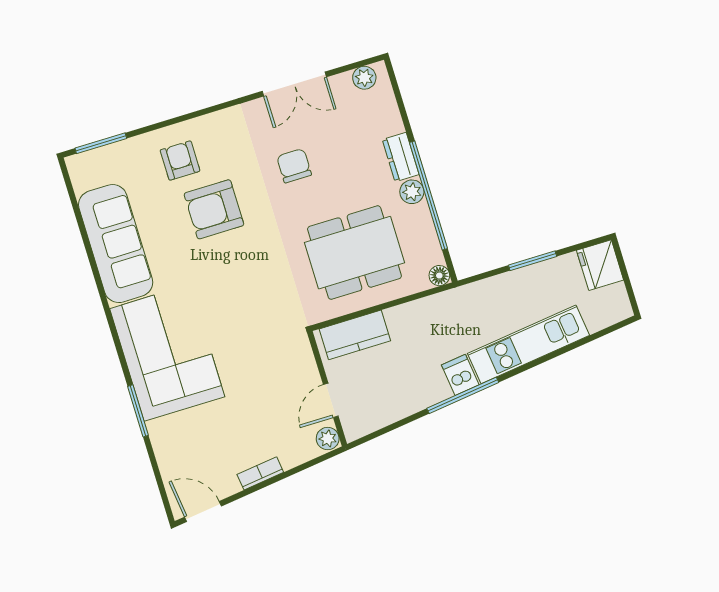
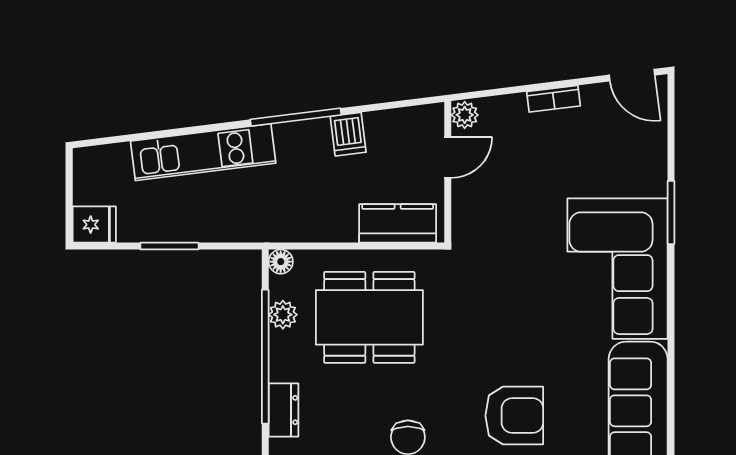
plant: (412, 192) -> (283, 315), moved
fridge: (600, 265) -> (94, 225), width x0.72
dishwasher: (460, 375) -> (348, 134), moved

